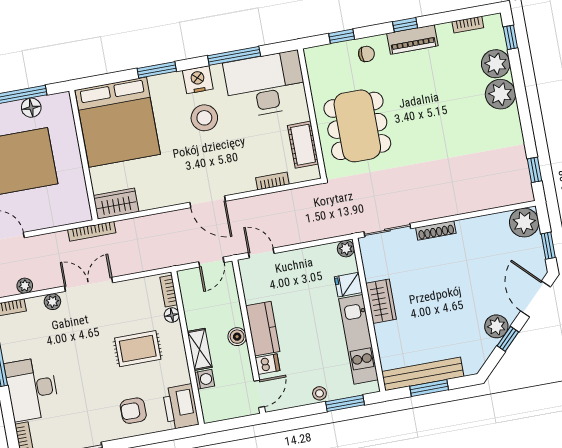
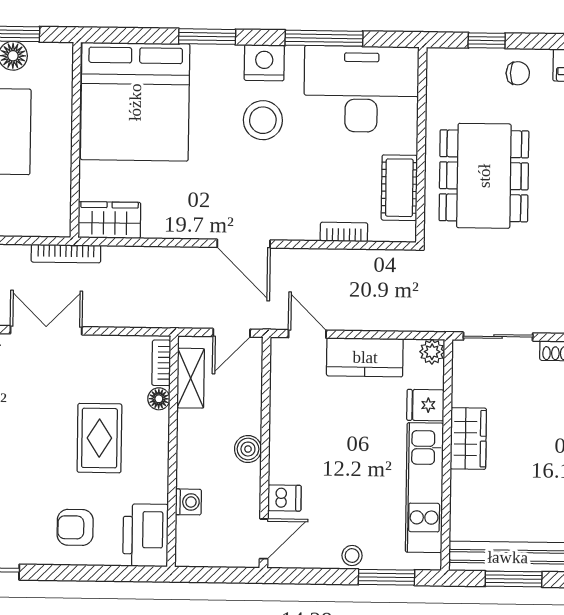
kitchen counter: (263, 329) -> (365, 357), moved, turned 90
rug: (138, 349) -> (99, 438), turned 90
shelving: (200, 349) -> (191, 378), moved

